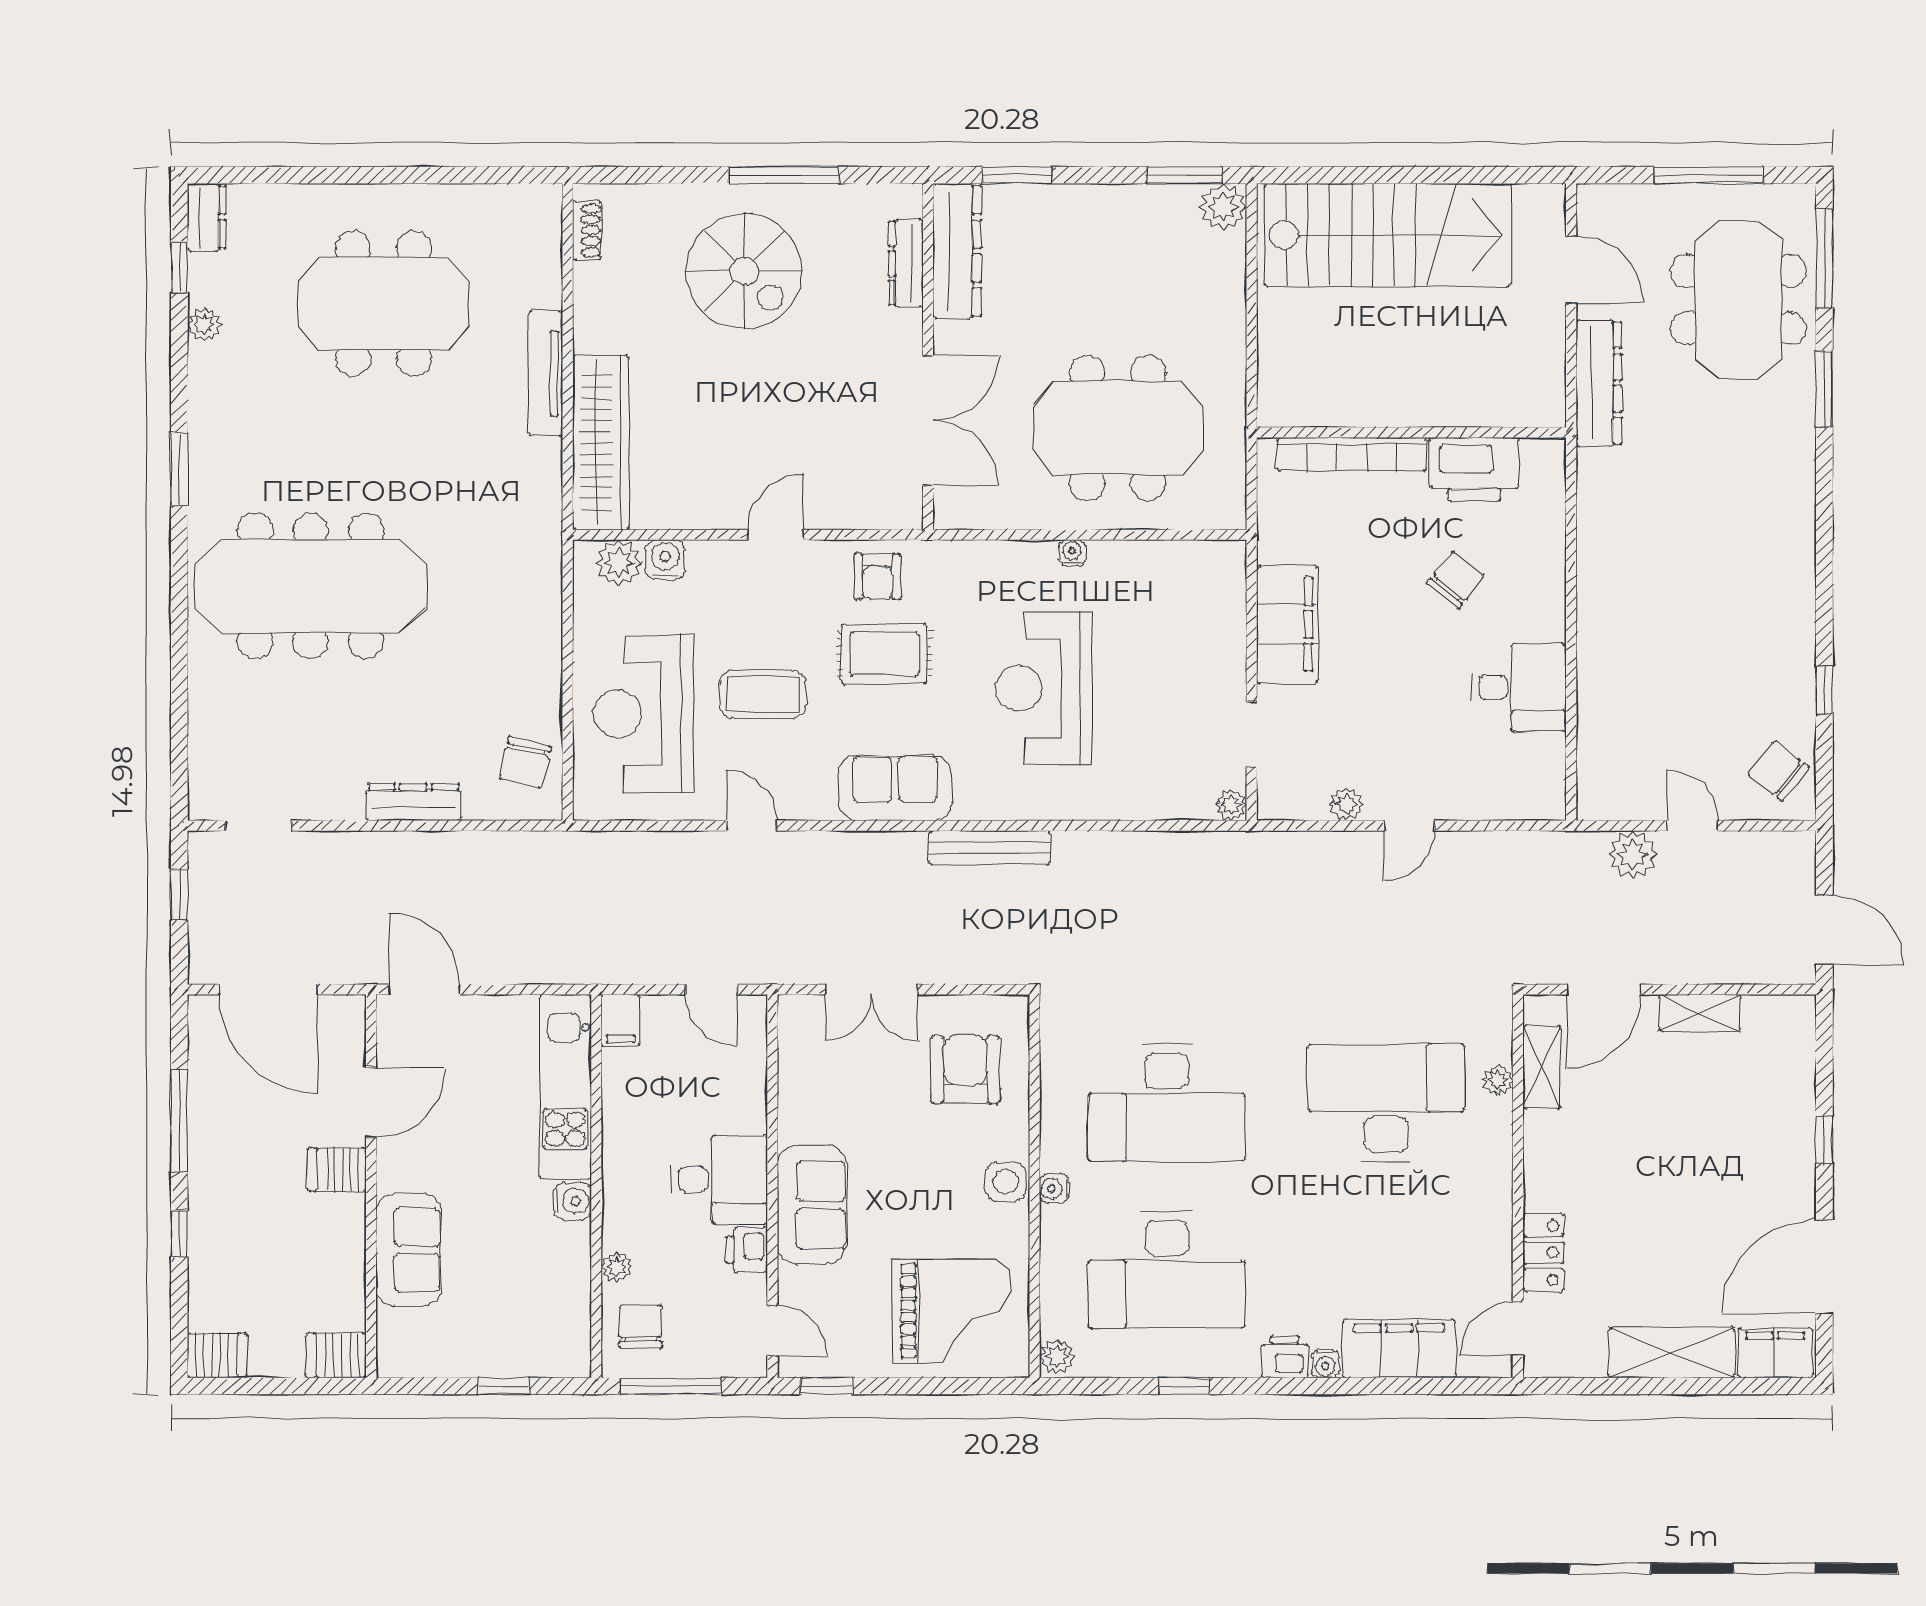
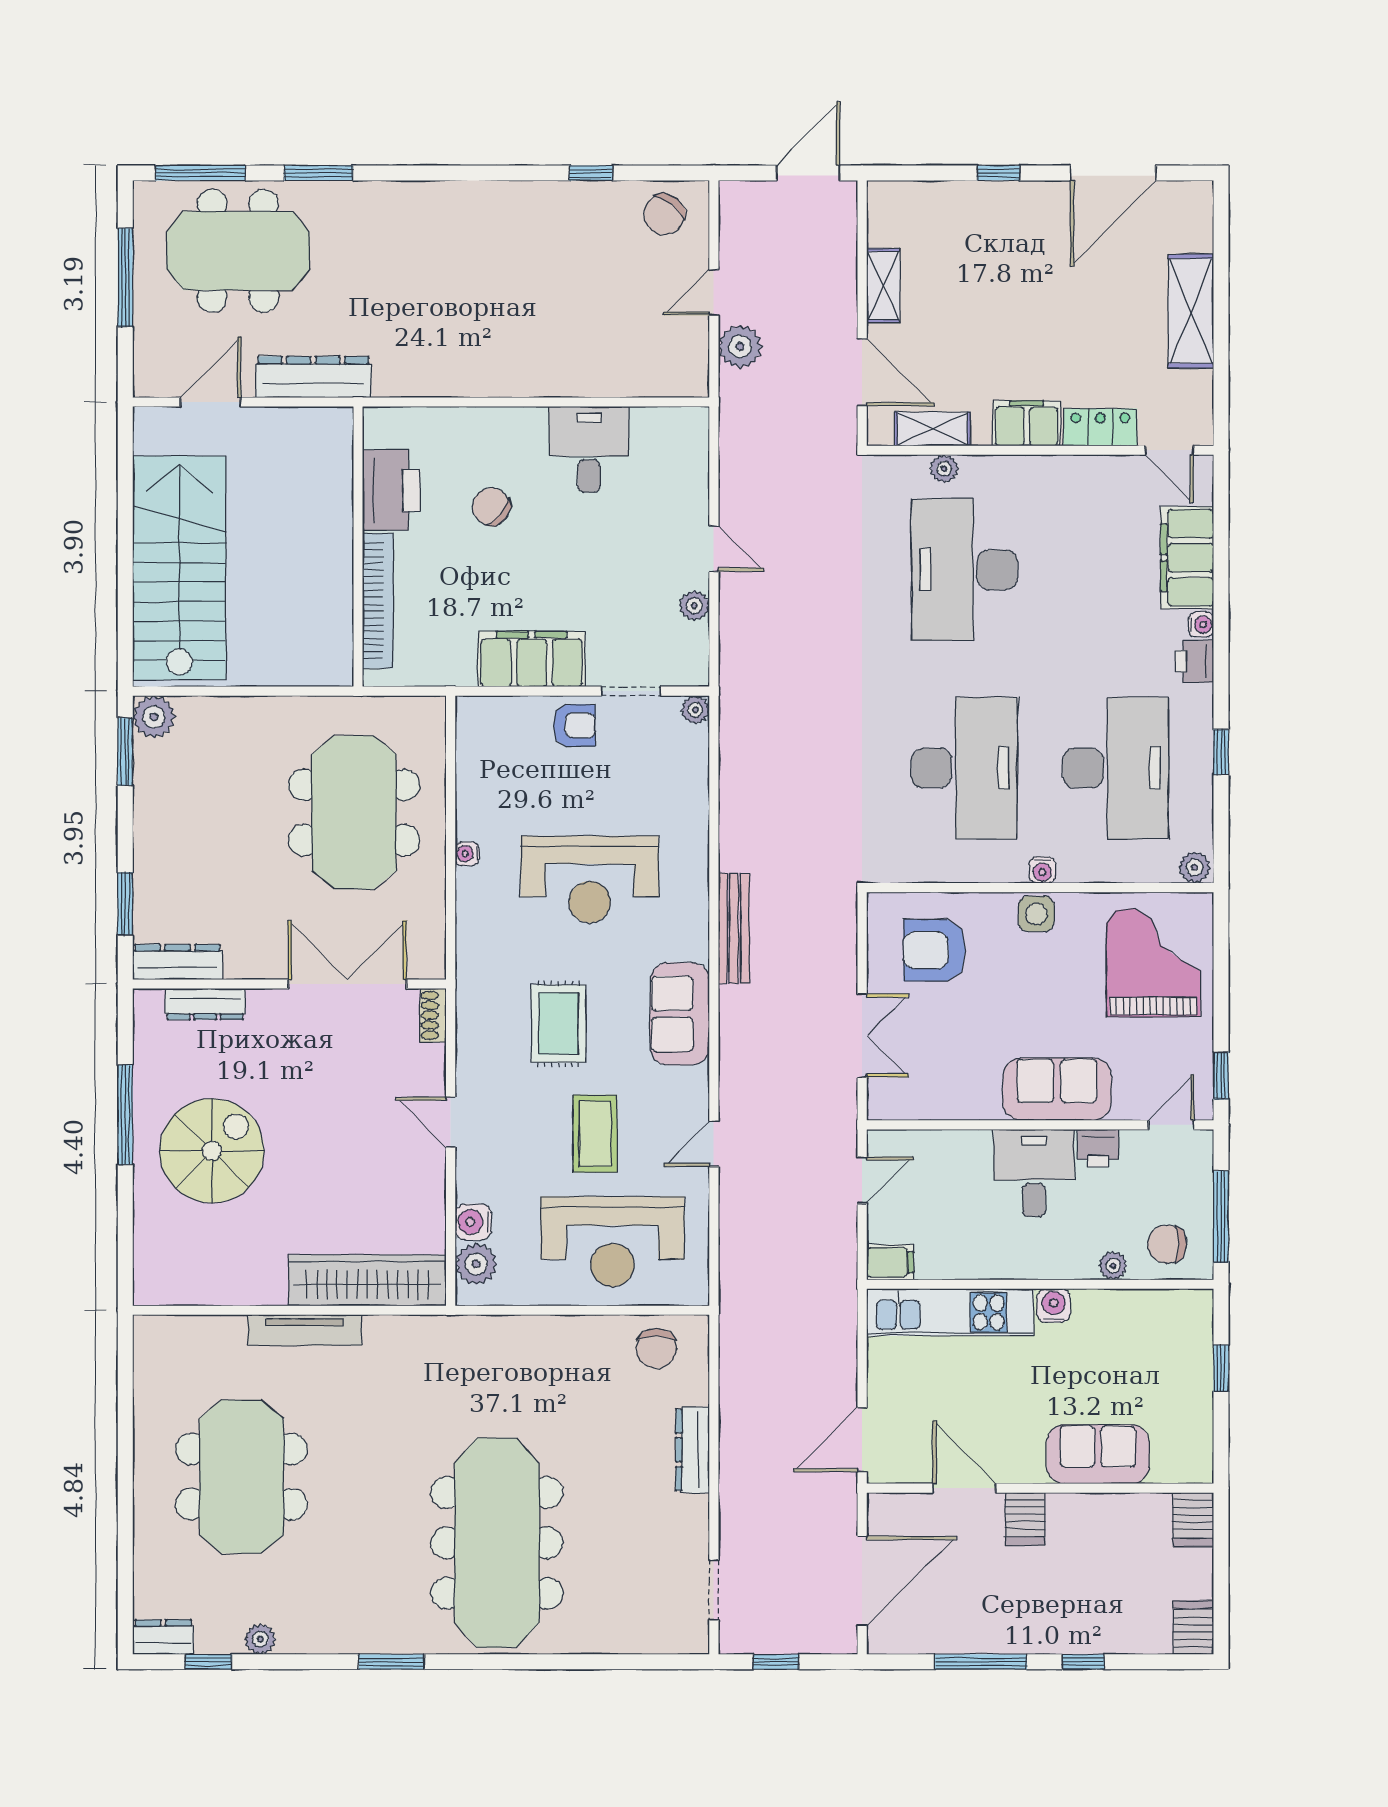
shoe rack: (587, 230) -> (433, 1015), moved, turned -90
dresser: (957, 251) -> (177, 962), width x0.73, depth x0.80
armchair: (878, 577) -> (574, 725), moved
chair: (525, 762) -> (656, 1348), turned 77
door: (1824, 1267) -> (1113, 173), hinge flipped
filing cabinet: (1775, 1353) -> (1027, 423), moved, turned 90

